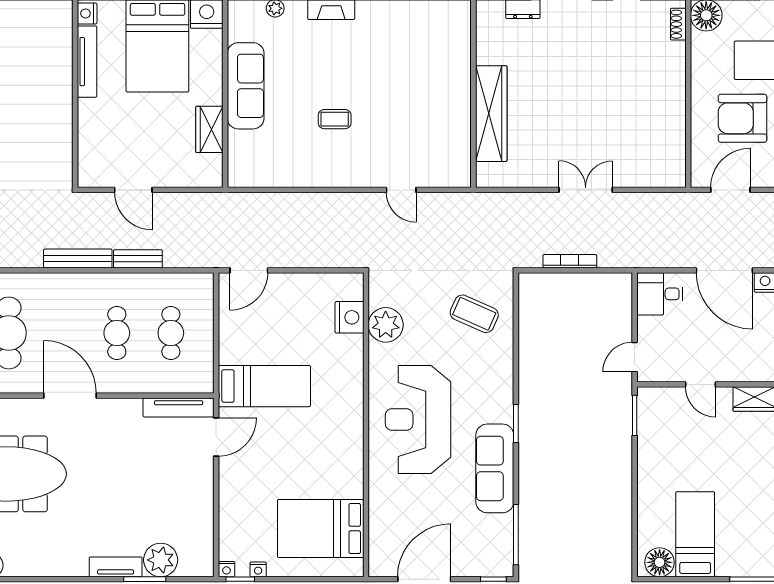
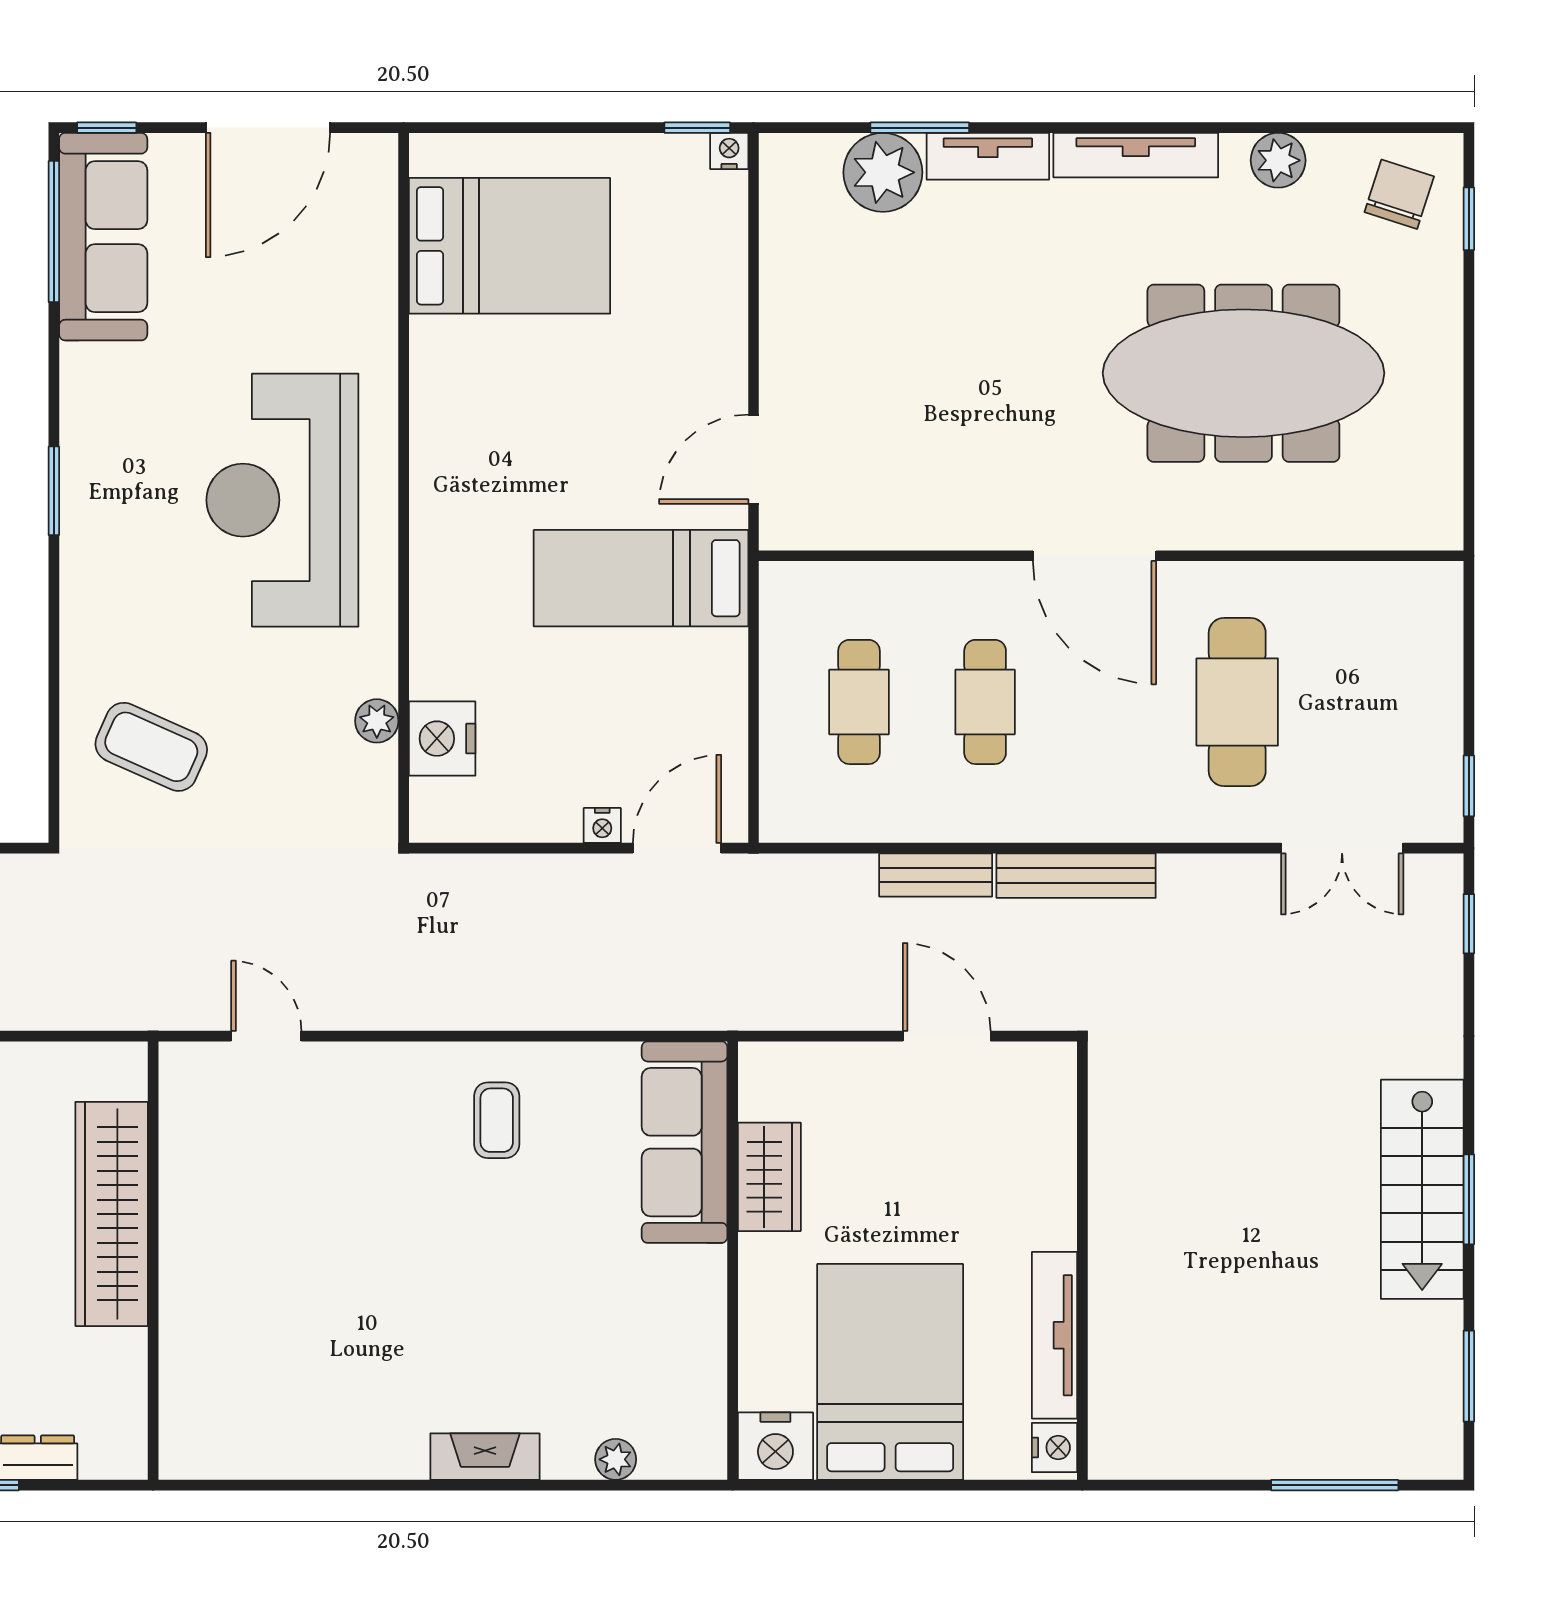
sofa: (246, 86) -> (685, 1142), moved
coffee table: (335, 119) -> (497, 1120), moved, turned 90
door: (401, 190) -> (266, 1036), moved
plant: (386, 325) -> (377, 721), width x0.53, depth x0.53
tv unit: (179, 407) -> (1136, 155), moved, turned 180
reception desk: (418, 420) -> (282, 500), turned 180
sofa: (495, 468) -> (103, 237), moved
nightstand: (258, 569) -> (602, 825), moved, turned 180

